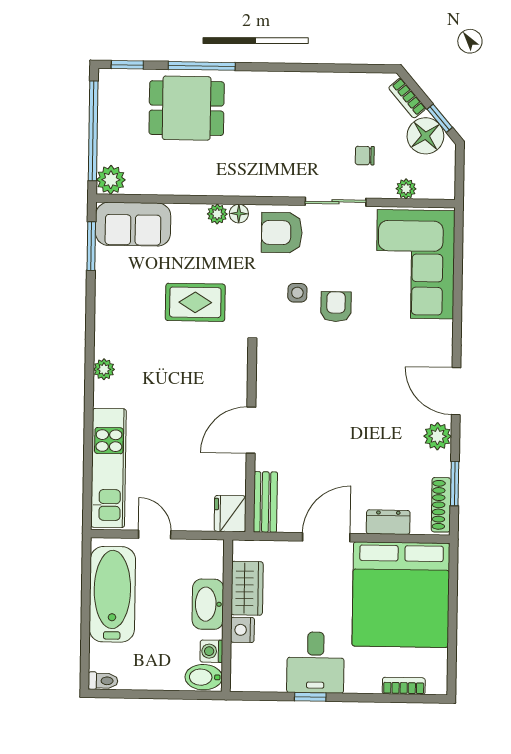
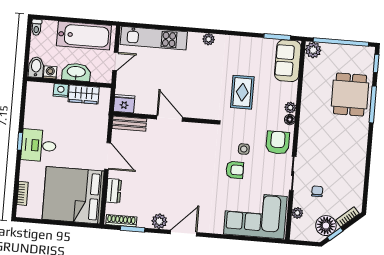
wardrobe: (247, 588) -> (84, 94), moved
washbasin: (208, 604) -> (76, 72), moved
wall: (227, 616) -> (69, 82), moved
nightstand: (242, 630) -> (61, 90), moved
washing machine: (211, 651) -> (50, 72), moved
bidet: (204, 677) -> (36, 67), moved

